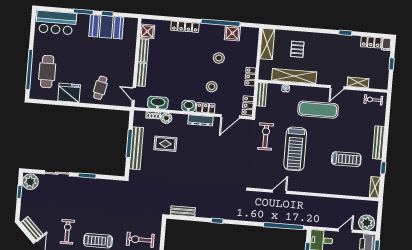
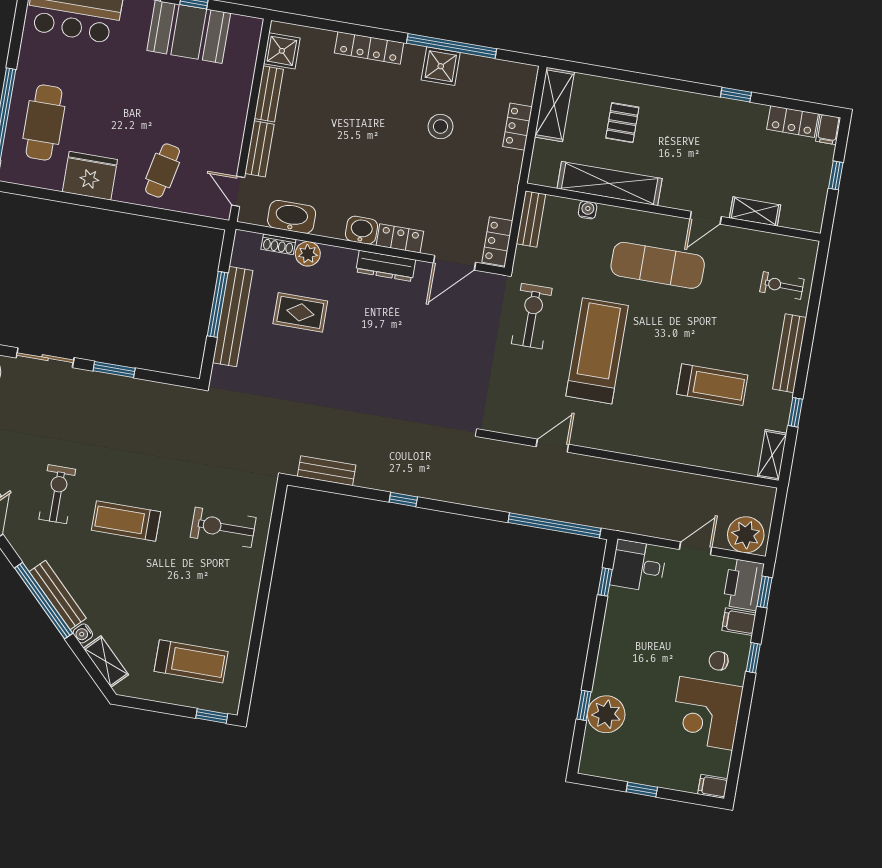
shower: (232, 33) -> (441, 66), moved
locker: (250, 77) -> (518, 127), moved
stool: (212, 87) -> (418, 191), removed
exercise bike: (373, 100) -> (782, 285), moved
treadmill: (295, 149) -> (597, 351), turned 180

